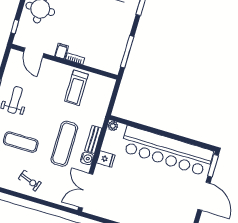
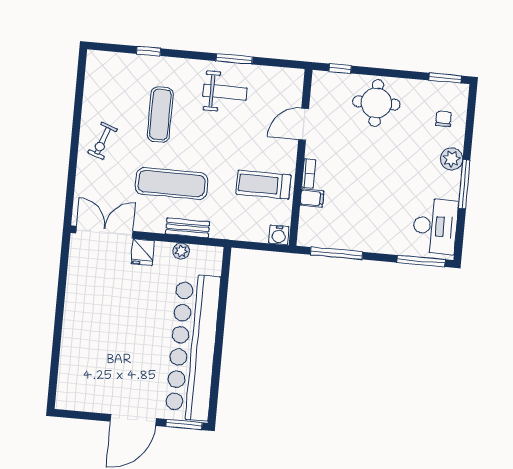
filing cabinet: (62, 51) -> (312, 198), moved
door: (34, 53) -> (304, 124), moved
plant: (113, 126) -> (181, 251), moved
water cooler: (87, 158) -> (279, 235), moved
fridge: (106, 159) -> (143, 252), moved

